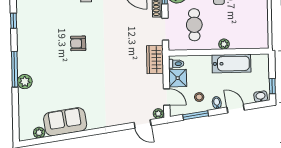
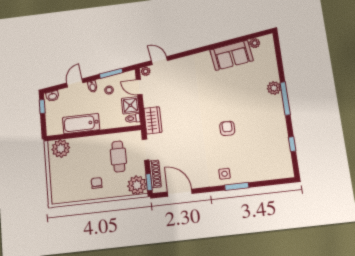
armchair: (78, 43) -> (227, 128), turned -90
plant: (224, 44) -> (61, 149), moved, width x1.87, depth x1.87
door: (236, 109) -> (75, 83), swing flipped

